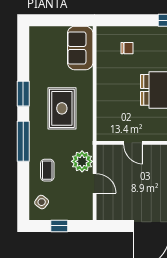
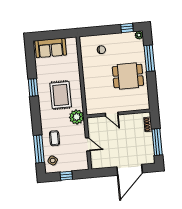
sofa: (80, 48) -> (51, 48), moved, turned -90
window: (23, 141) -> (39, 149), moved
plant: (82, 161) -> (77, 117), moved

